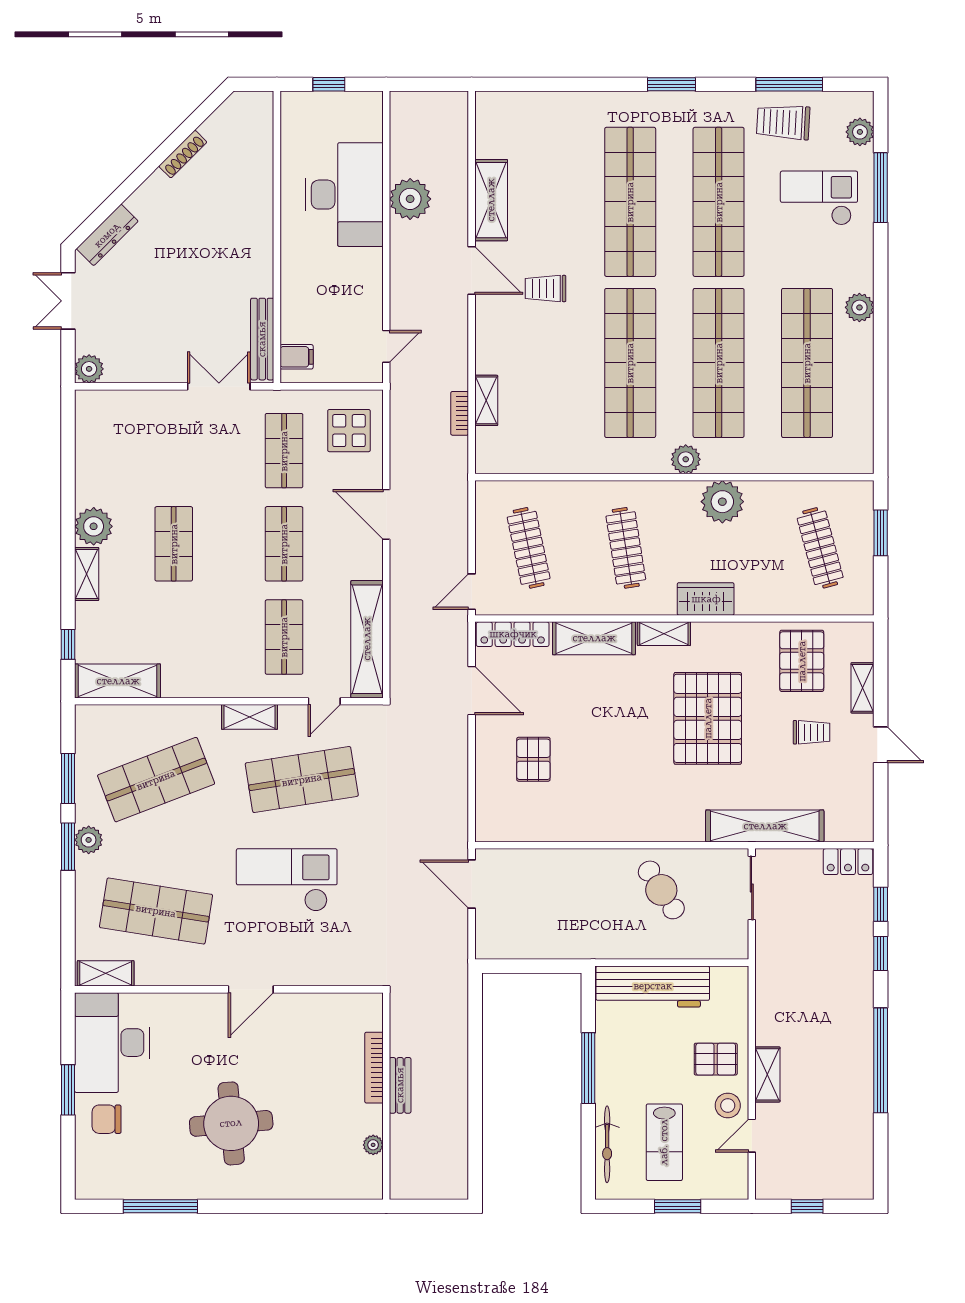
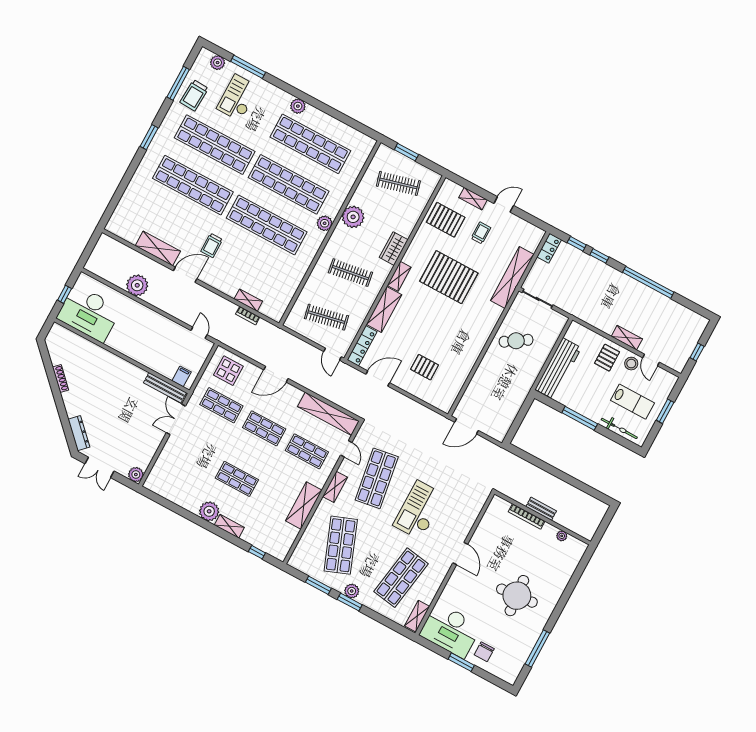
desk: (344, 195) -> (89, 313), moved, turned 180
shelving: (118, 681) -> (304, 506), moved

